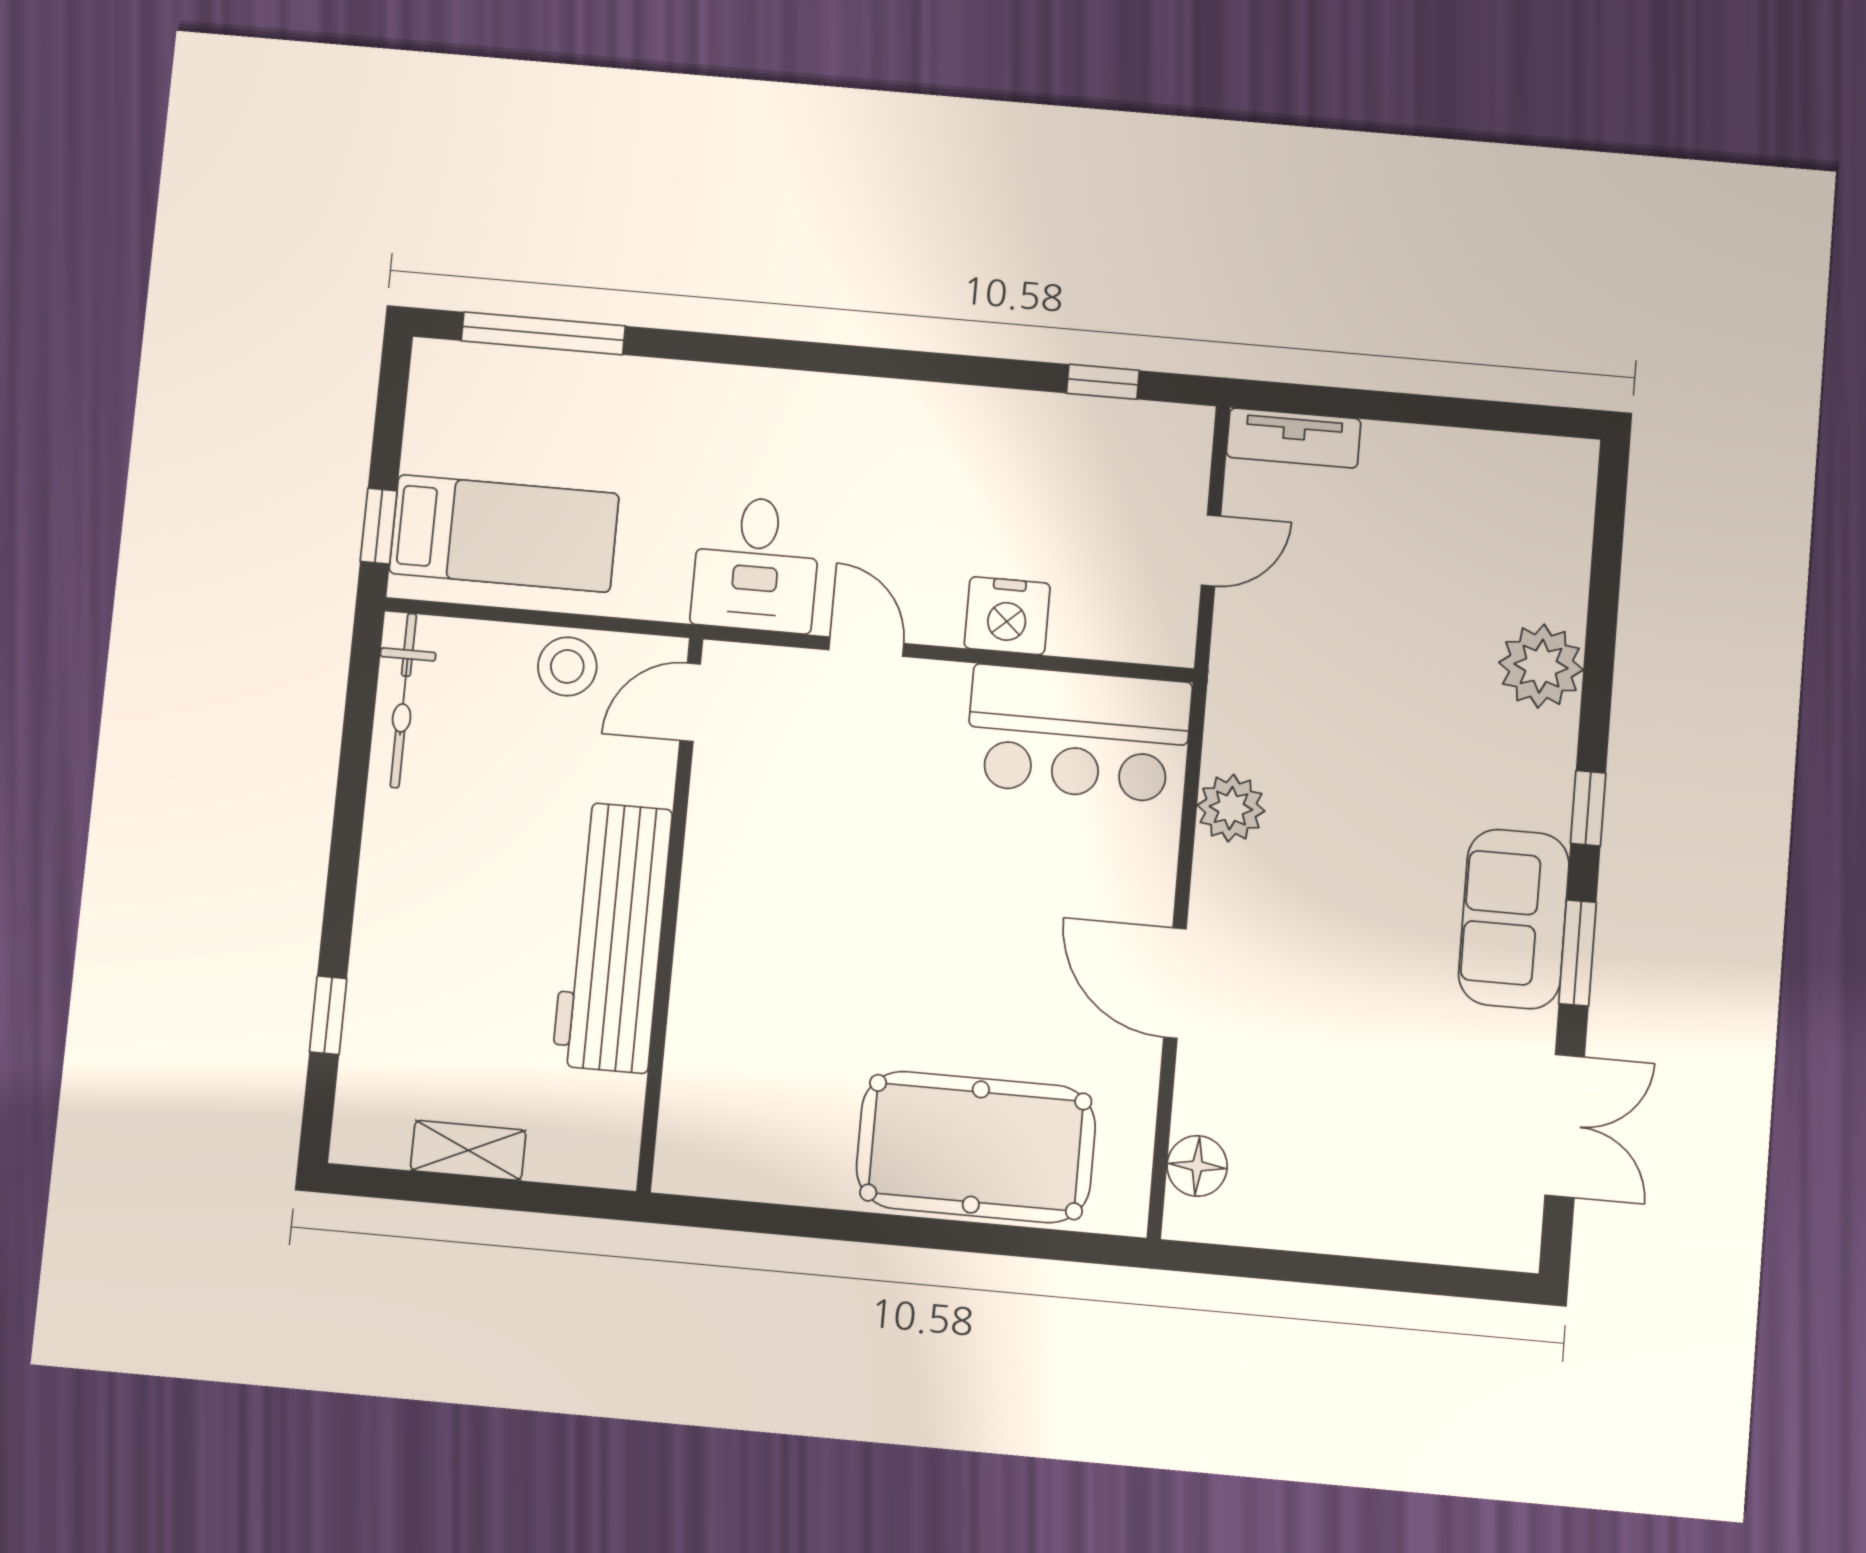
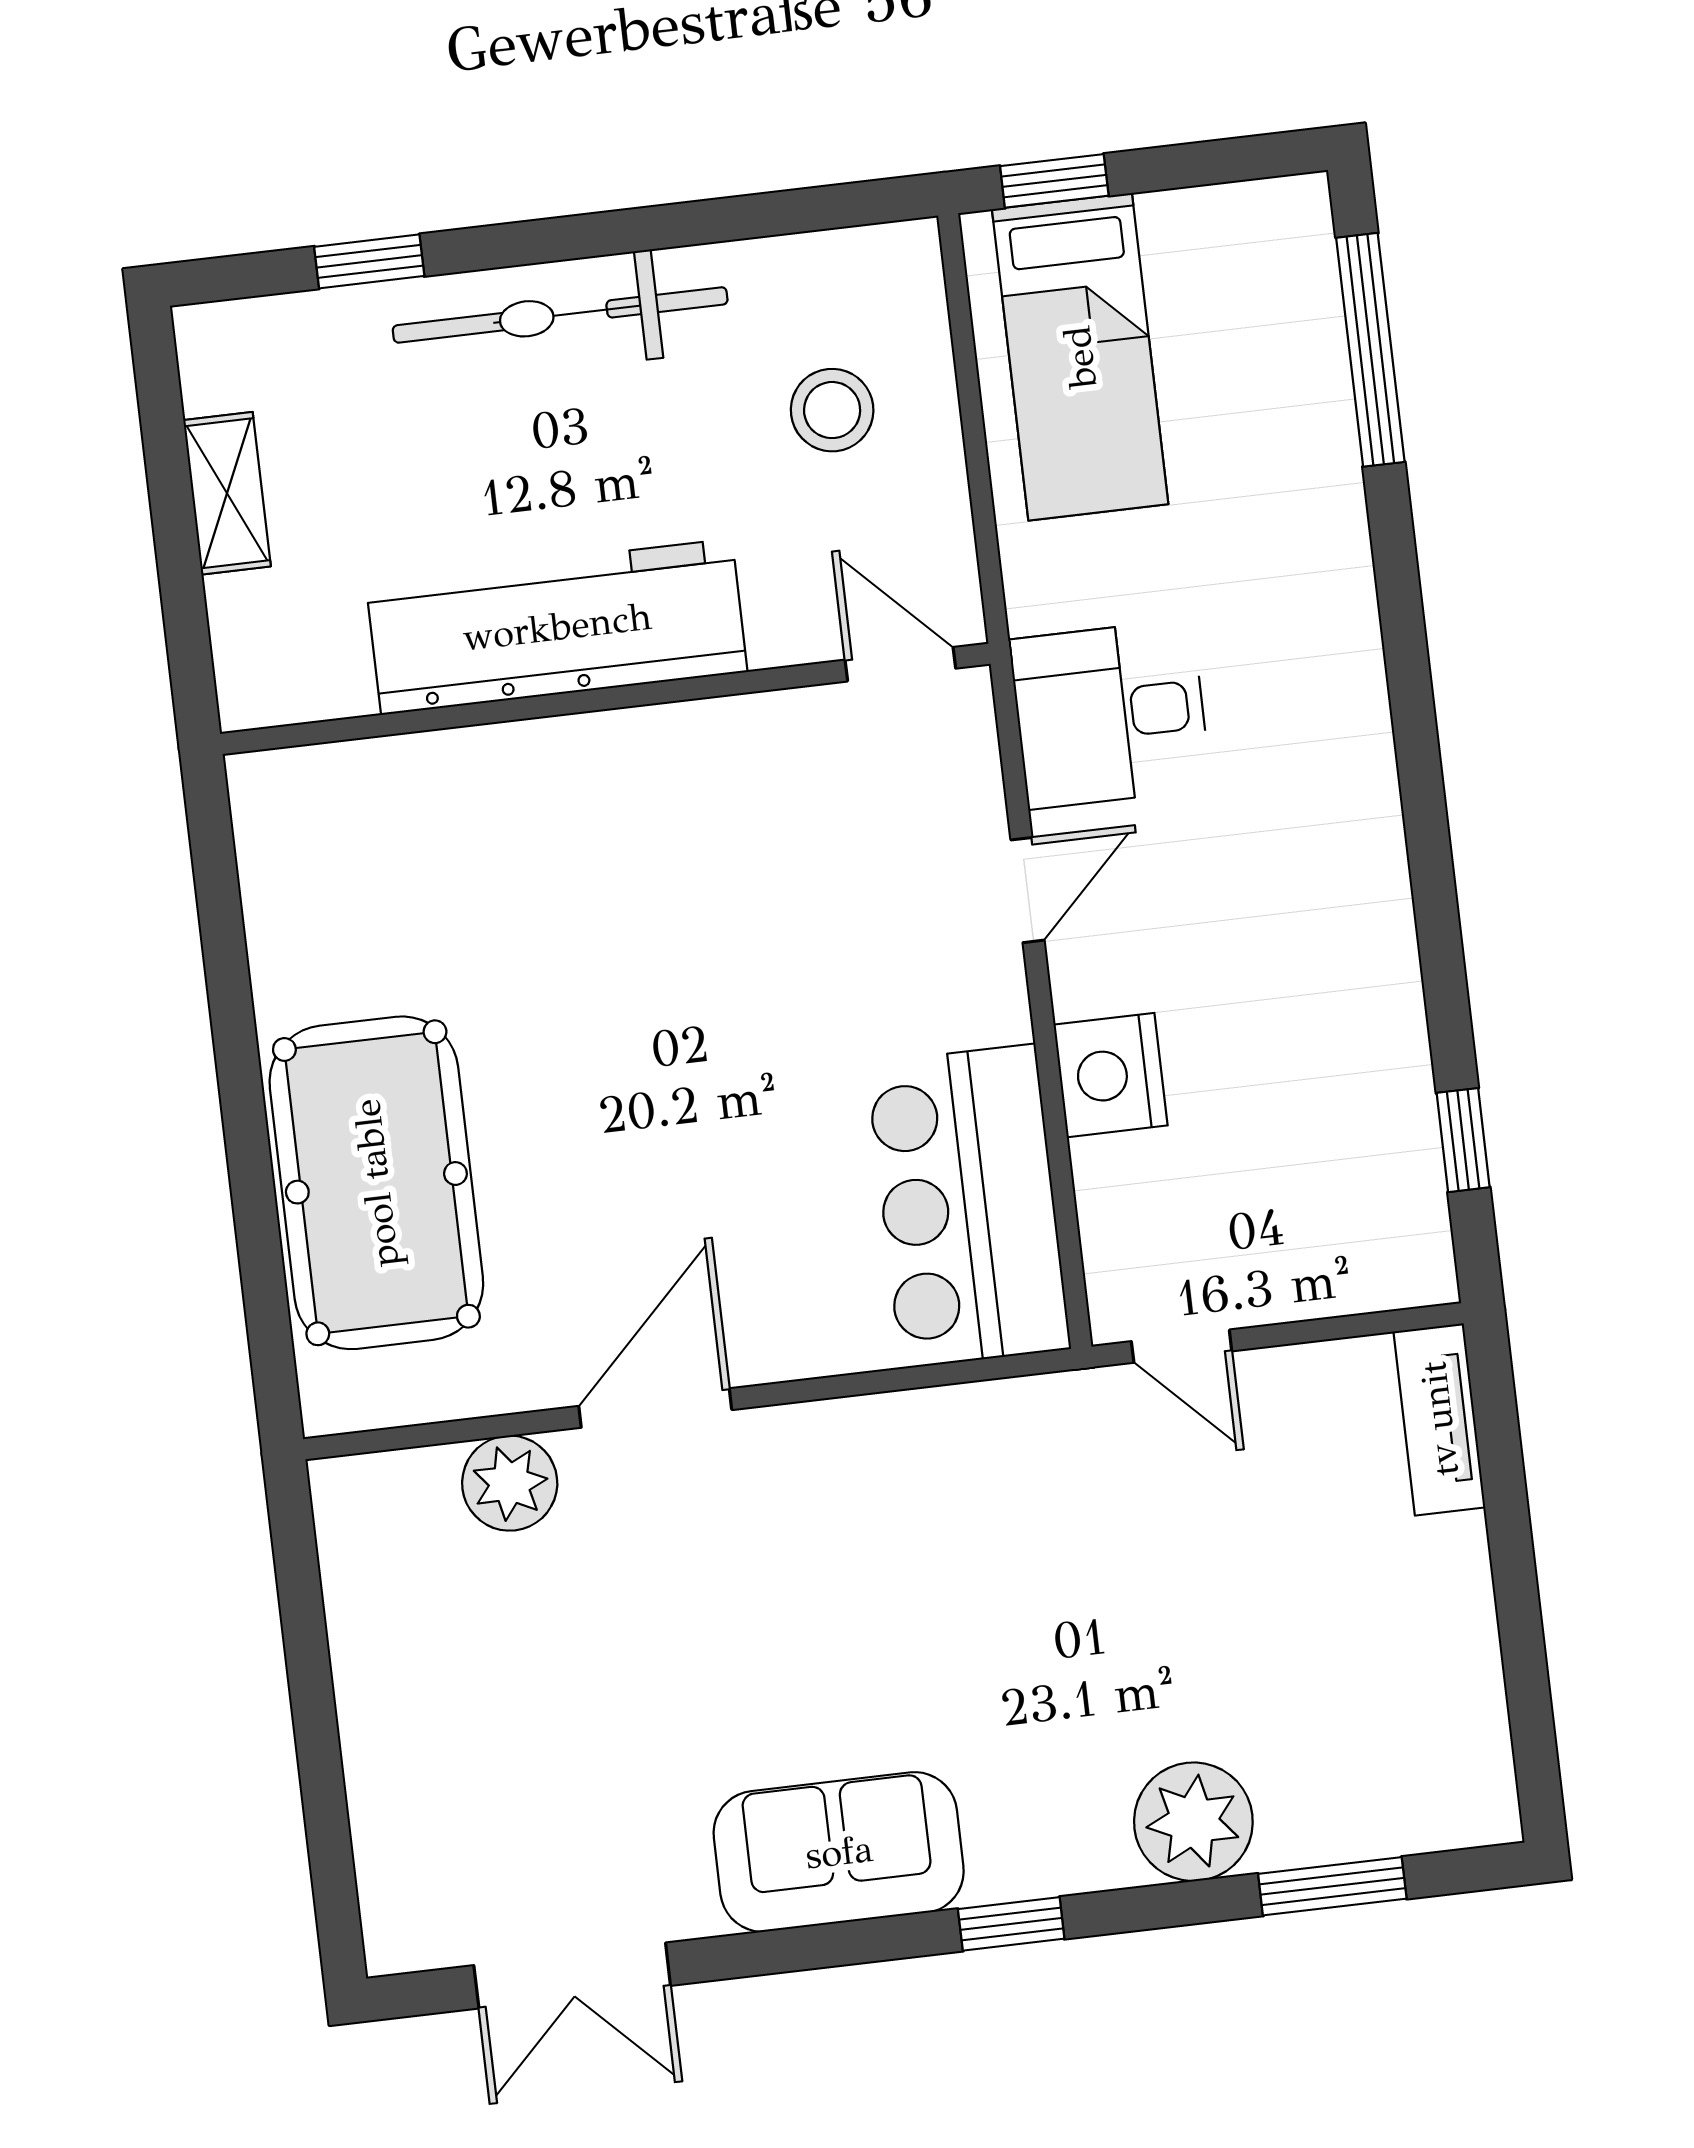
door: (1211, 551) -> (1182, 1346), moved
stool: (567, 666) -> (832, 410), moved
bicycle: (403, 700) -> (560, 315), moved, width x1.37, depth x1.40
plant: (1231, 808) -> (510, 1483), moved
window: (1577, 953) -> (1332, 1886), moved
floor lamp: (1197, 1166) -> (414, 1488), removed

